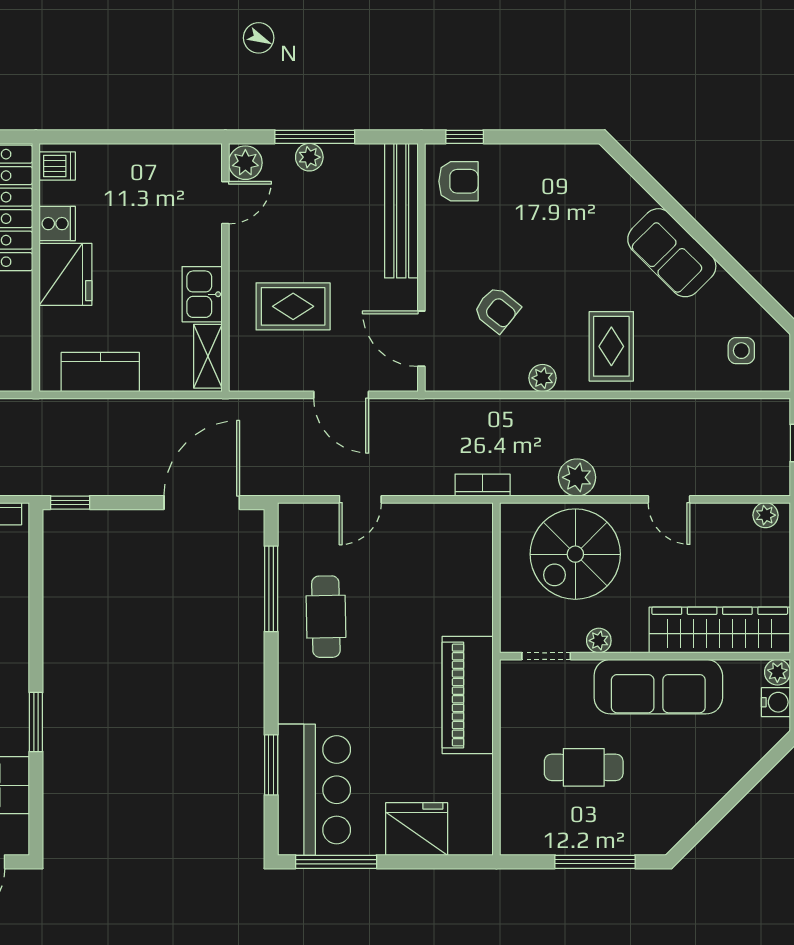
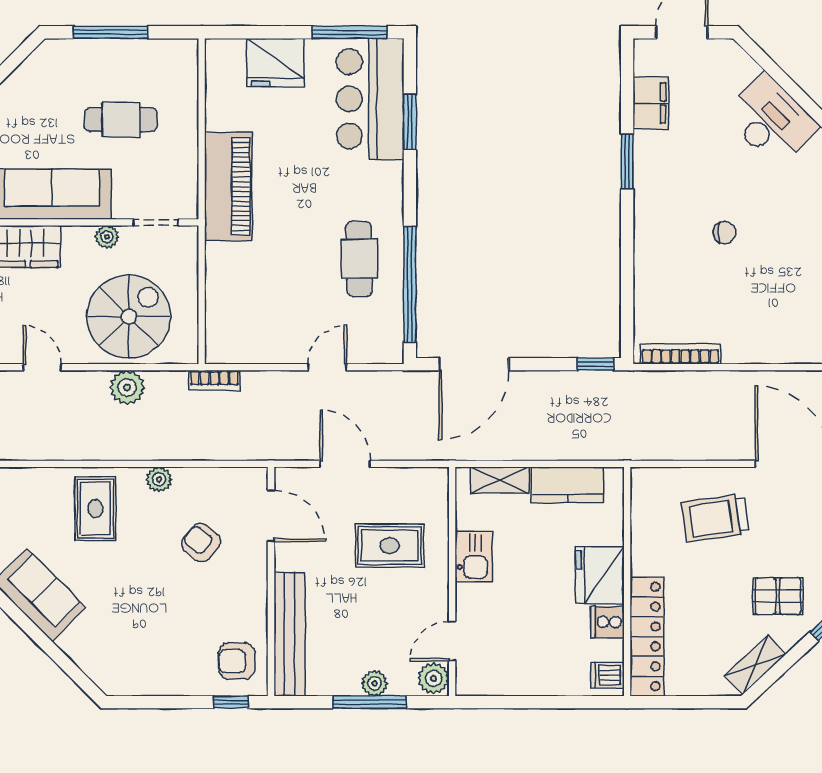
shelving: (208, 356) -> (500, 480), moved, turned 90
window: (271, 589) -> (410, 285), width x1.46

